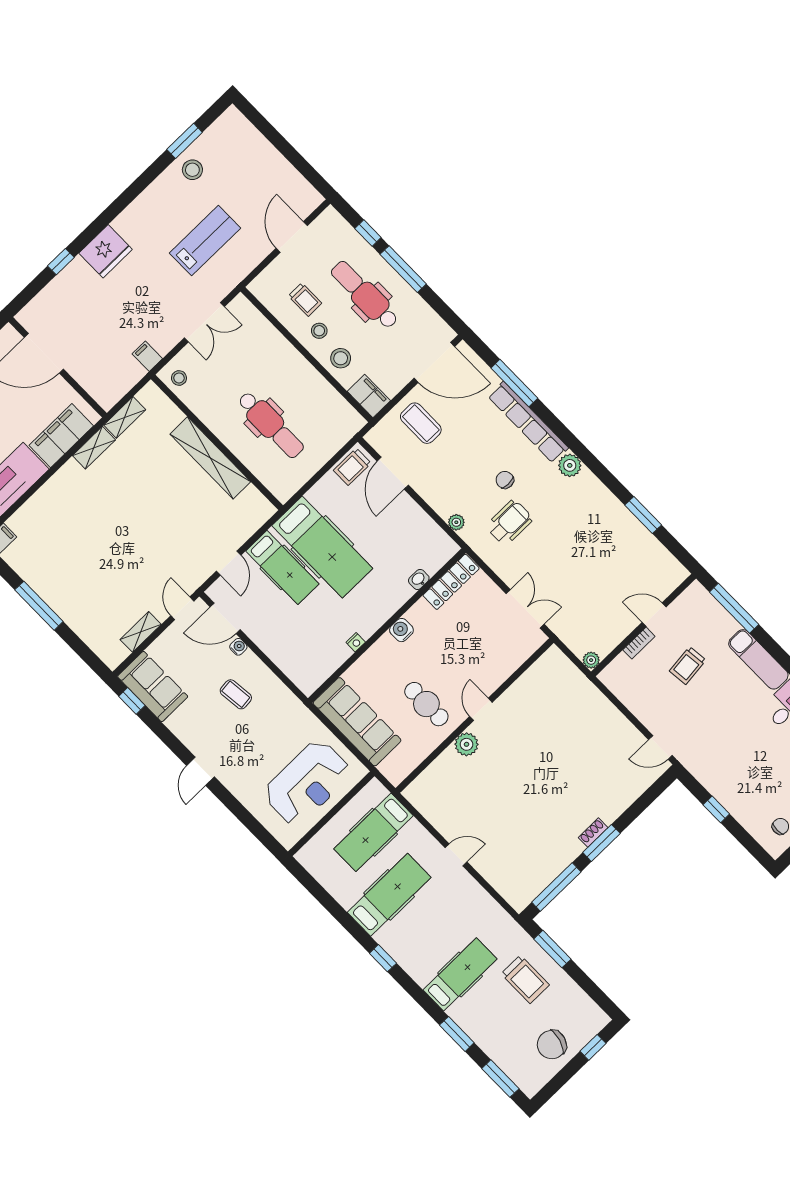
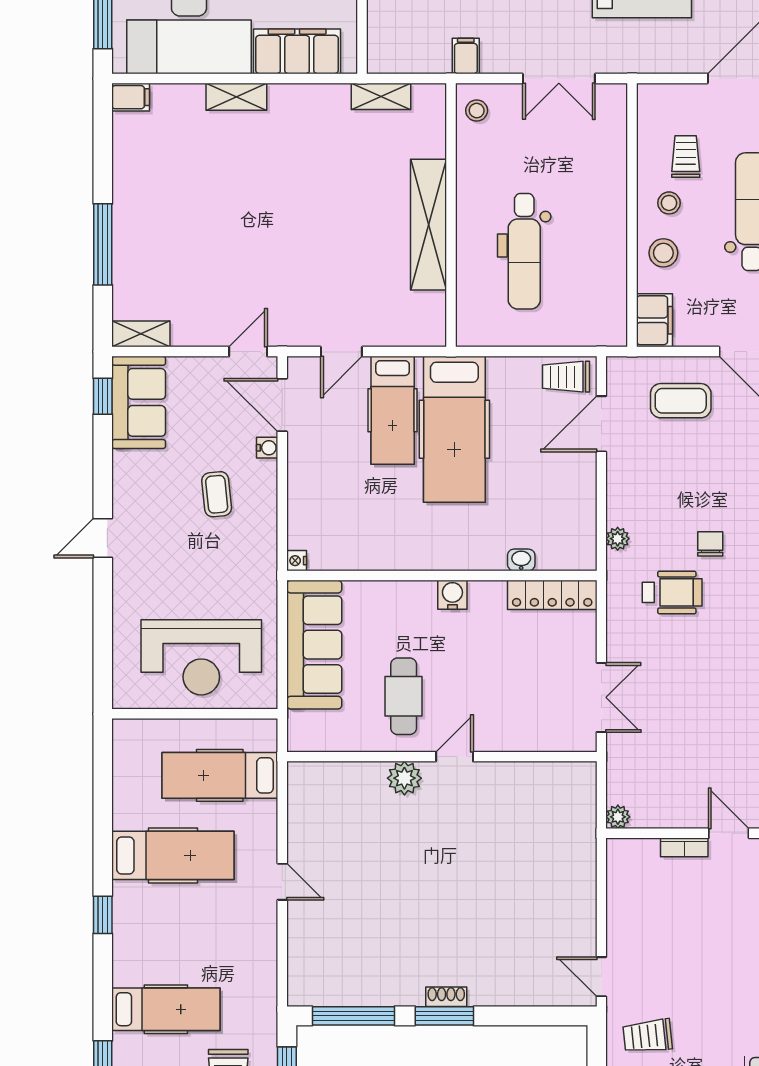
trolley: (305, 300) -> (686, 156), turned 180
coffee table: (421, 423) -> (681, 401), turned 90
shelving: (94, 448) -> (236, 97), moved
window: (39, 606) -> (103, 244), moved
shelving: (141, 632) -> (141, 334), moved
nightstand: (356, 642) -> (297, 561), moved, turned 90
trolley: (688, 665) -> (648, 1036), moved

